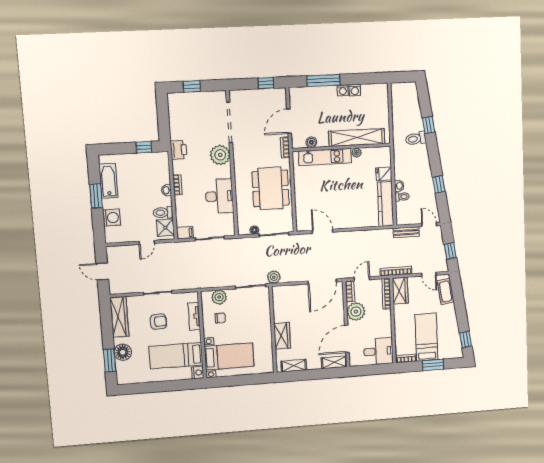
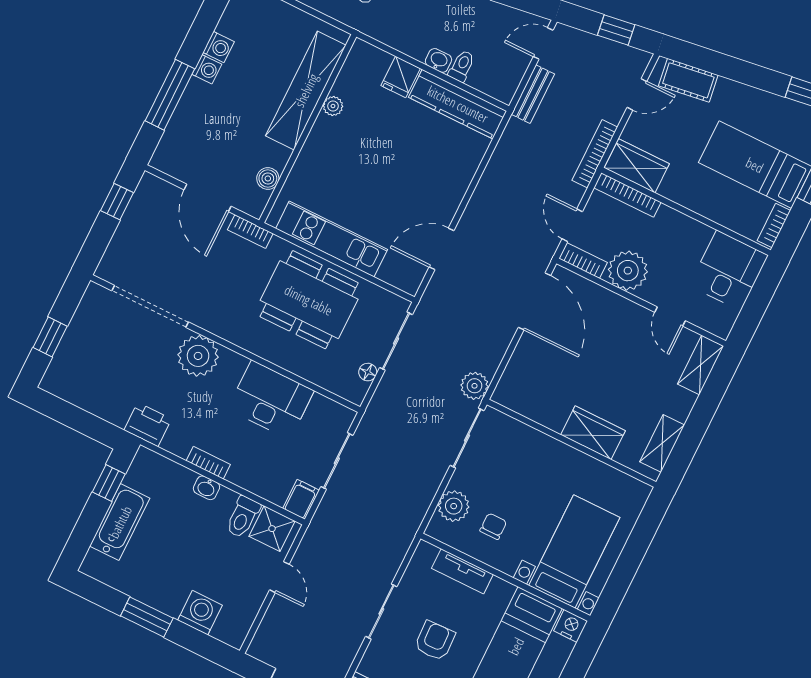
kitchen unit: (325, 157) -> (332, 239), moved, turned -90
bathtub: (108, 181) -> (120, 522), moved, turned 90
door: (347, 339) -> (670, 317), width x0.53

